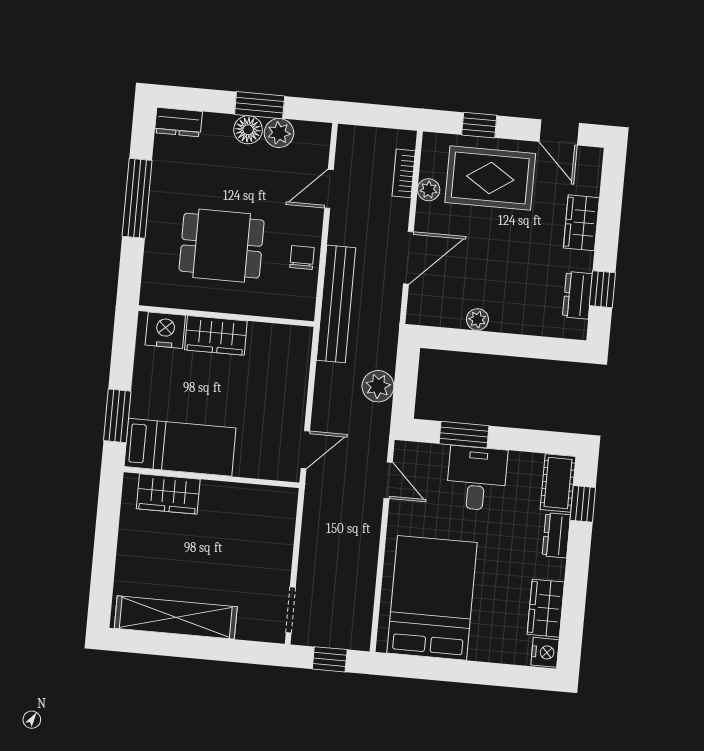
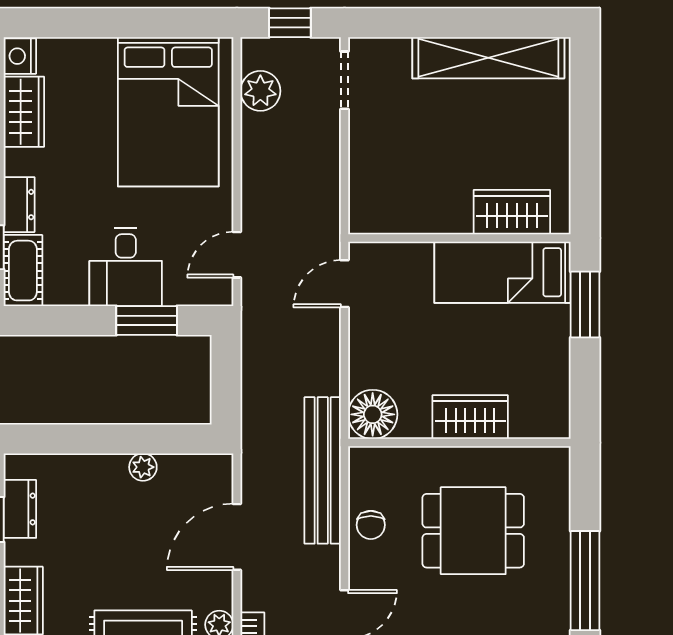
nightstand: (165, 330) -> (534, 418), removed
floor lamp: (292, 345) -> (373, 414), added
plant: (378, 386) -> (260, 91), moved
door: (388, 480) -> (237, 255), hinge flipped

